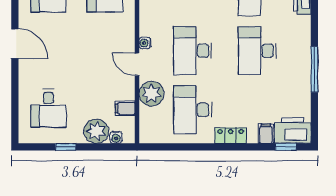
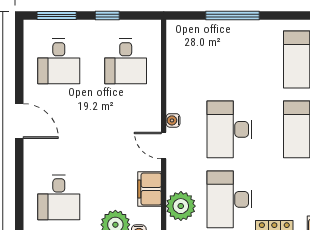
plant: (151, 94) -> (181, 206), moved
filing cabinet: (125, 108) -> (150, 189), width x2.00

